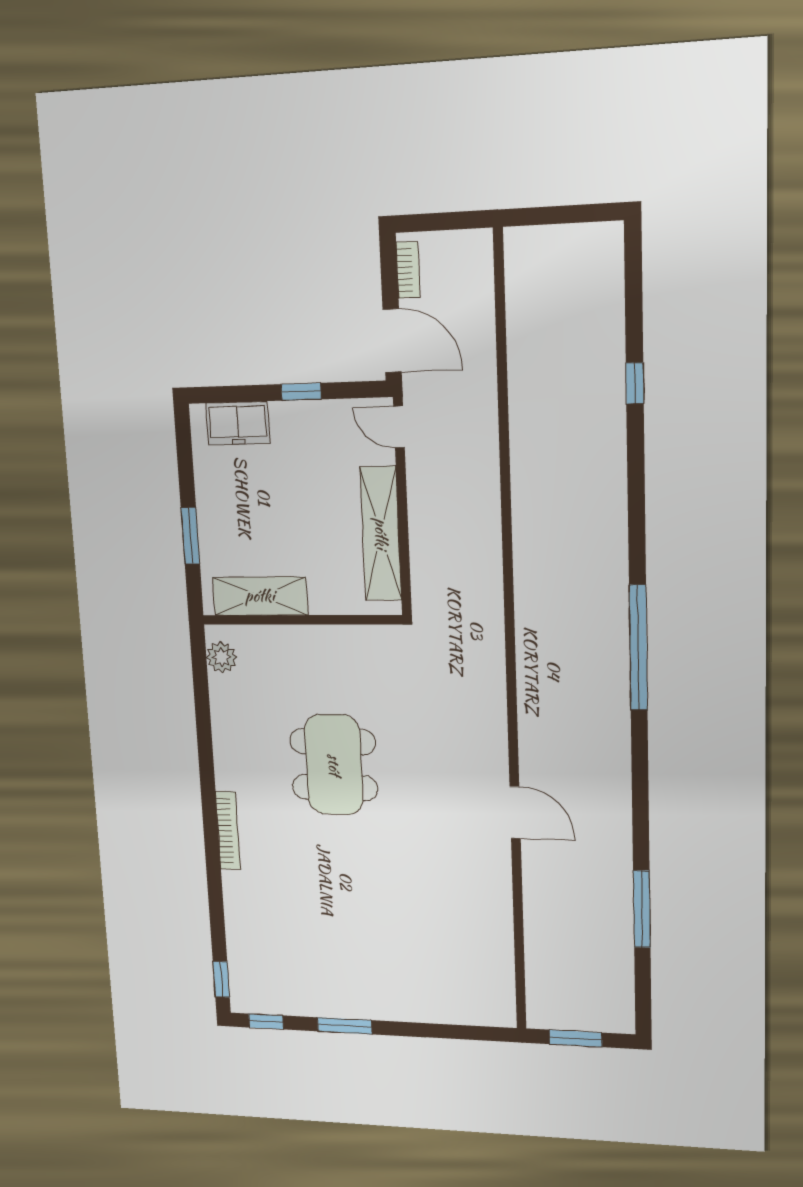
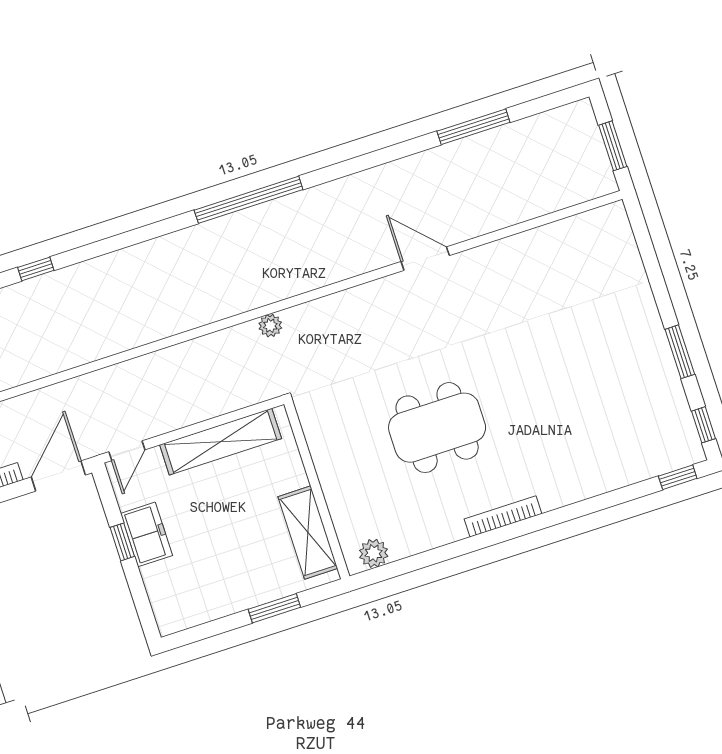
freezer: (238, 423) -> (146, 534), moved
plant: (491, 627) -> (270, 326), added
door: (515, 812) -> (425, 259), hinge flipped
bookcase: (228, 831) -> (503, 516), moved

